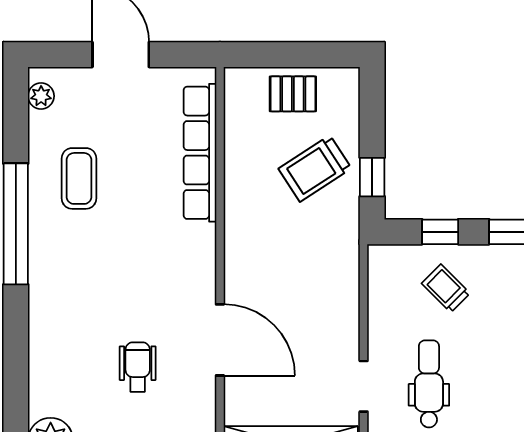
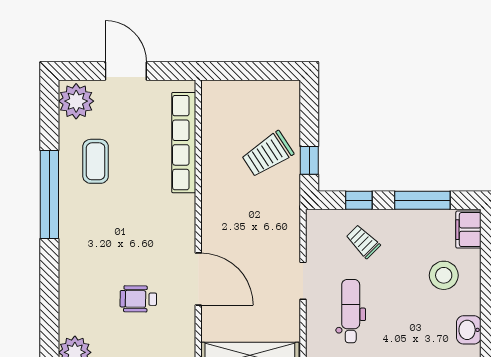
pallet: (293, 94) -> (252, 100), removed
plant: (41, 96) -> (76, 101), width x1.88, depth x1.88
wheelchair: (138, 367) -> (138, 299), turned -89
doorway: (364, 386) -> (303, 281), moved

